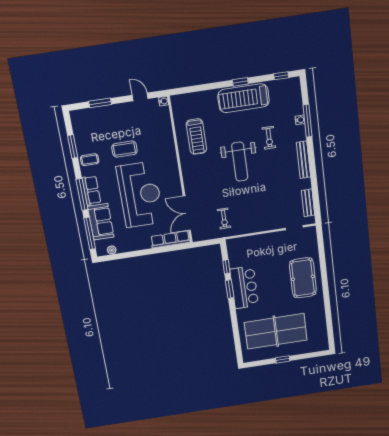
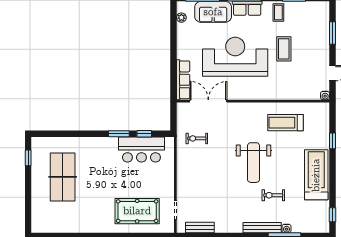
window: (240, 82) -> (333, 141), moved
bench: (303, 160) -> (262, 228), moved
weight bench: (240, 162) -> (254, 163), turned -90
reception desk: (140, 195) -> (235, 57), turned 180
pool table: (303, 278) -> (137, 211), moved
bar counter: (244, 287) -> (141, 149), moved
table tennis table: (276, 331) -> (63, 177), width x0.73, depth x0.76
window: (283, 359) -> (28, 158), moved

